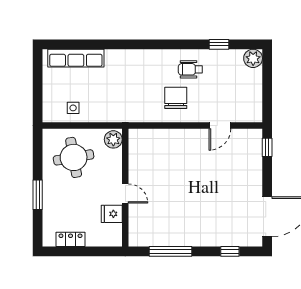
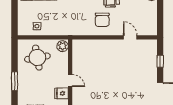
chair: (176, 98) -> (102, 20), turned 180
door: (220, 126) -> (130, 37), swing flipped
window: (267, 147) -> (160, 61), moved

